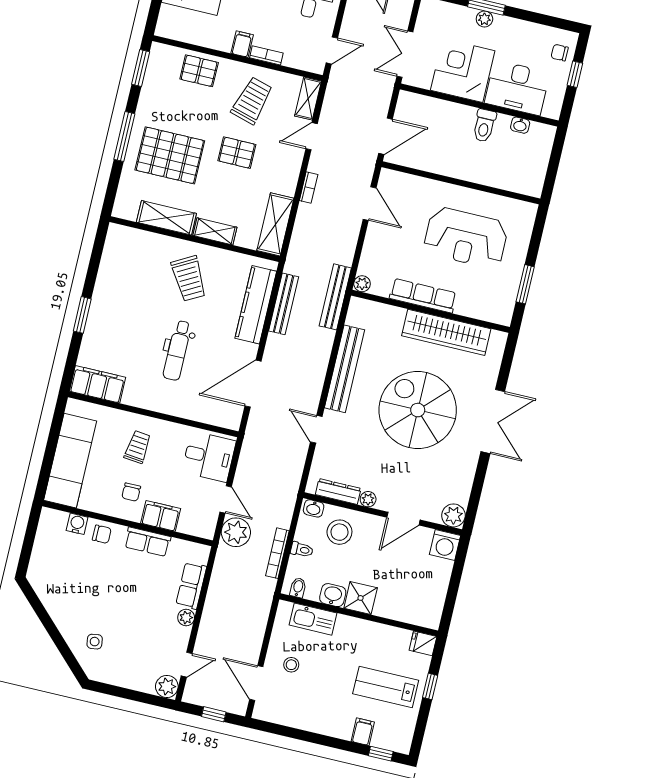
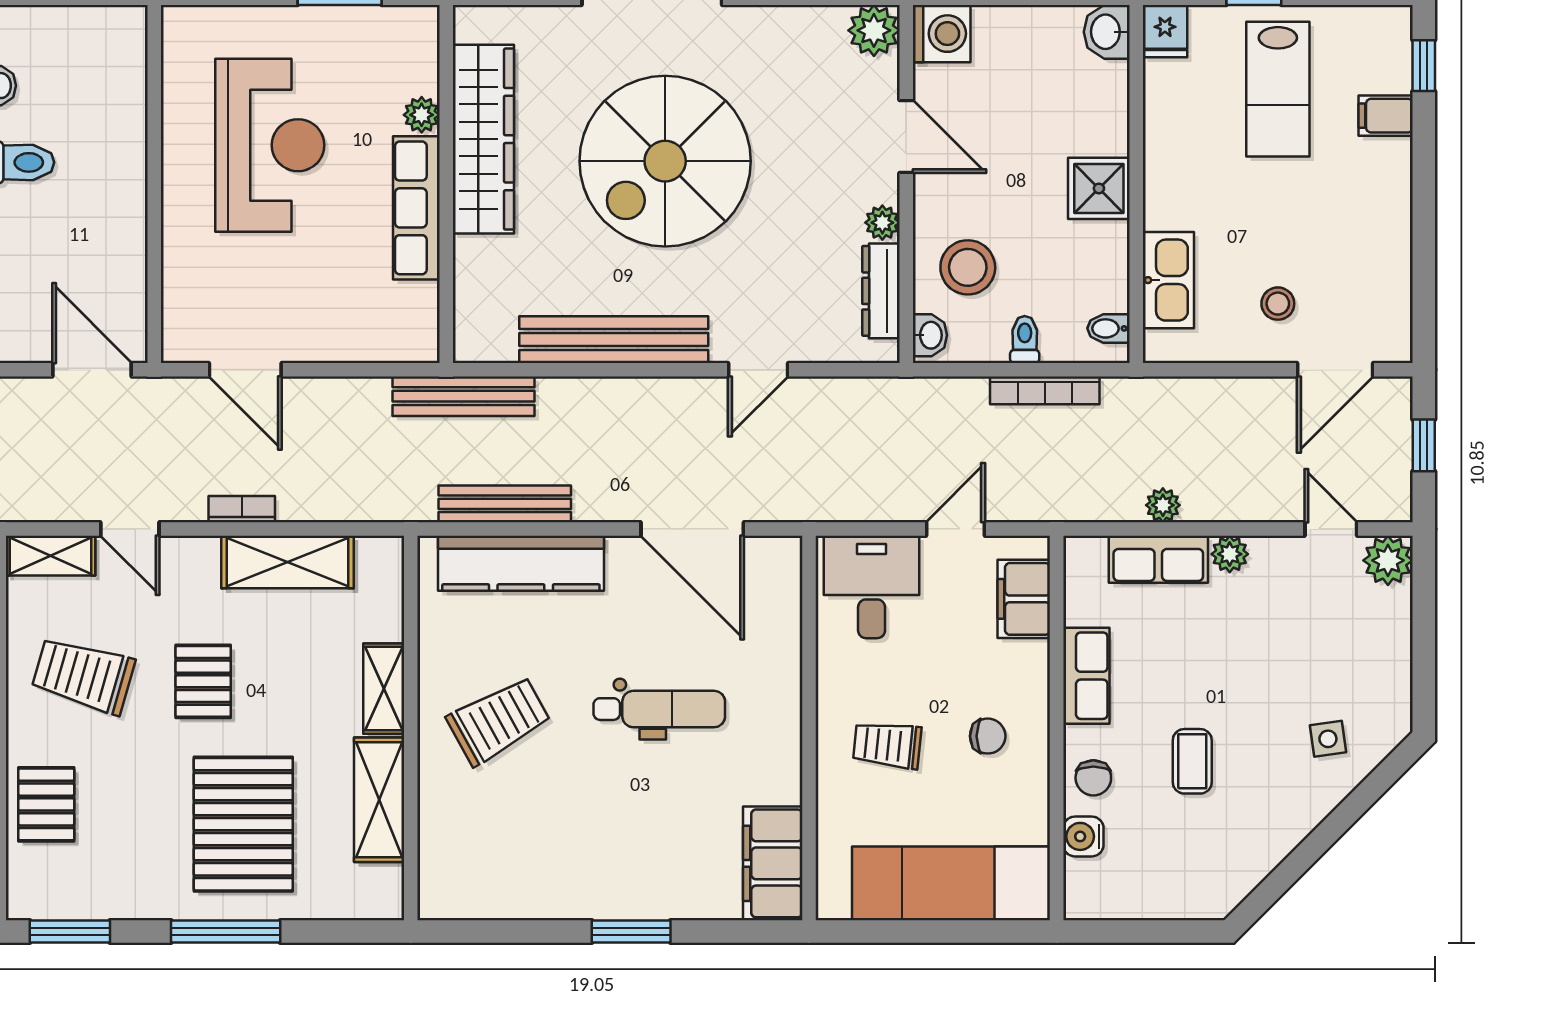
door: (370, 204) -> (245, 370), swing flipped
shelving: (275, 224) -> (288, 562), moved
plant: (362, 284) -> (422, 115), moved
filing cabinet: (161, 516) -> (1024, 599), moved
plant: (236, 532) -> (1163, 505), moved, width x0.53, depth x0.53
chair: (102, 534) -> (1093, 778), turned 180
coffee table: (99, 579) -> (1192, 761), added
washbasin: (333, 595) -> (1107, 32), moved

